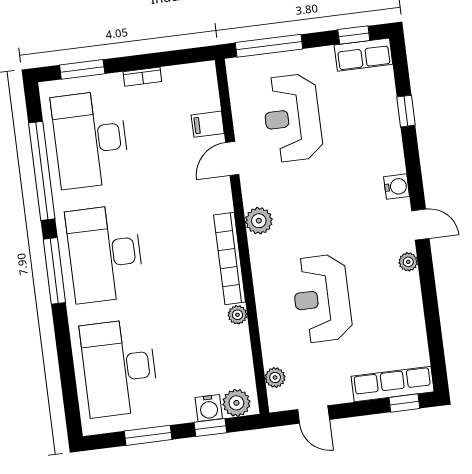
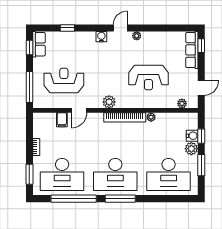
reception desk: (292, 118) -> (64, 81), turned 180
door: (232, 158) -> (79, 110), hinge flipped
plant: (236, 403) -> (191, 149), moved

